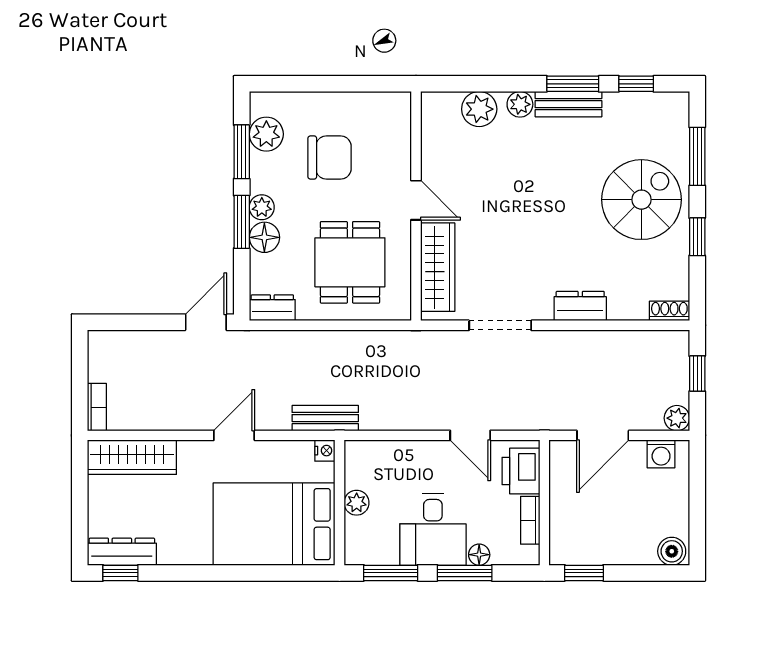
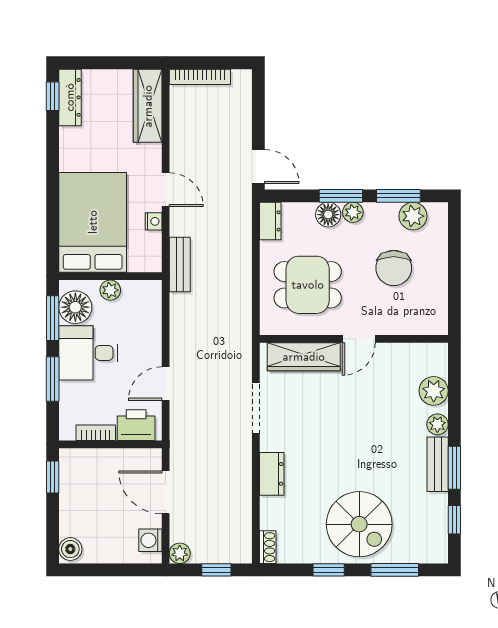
bookcase: (97, 407) -> (200, 77), width x1.56
nightstand: (325, 451) -> (154, 221), moved, turned -90
floor lamp: (479, 555) -> (75, 307), moved, width x1.89, depth x1.89

